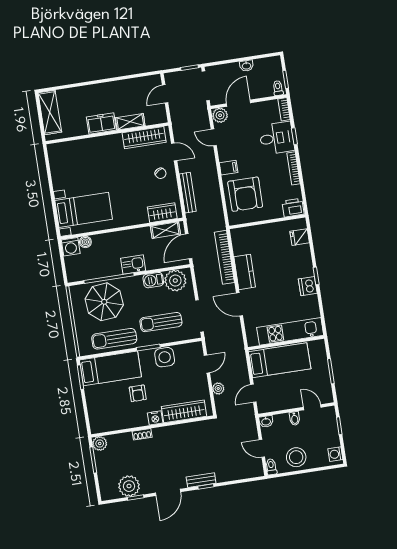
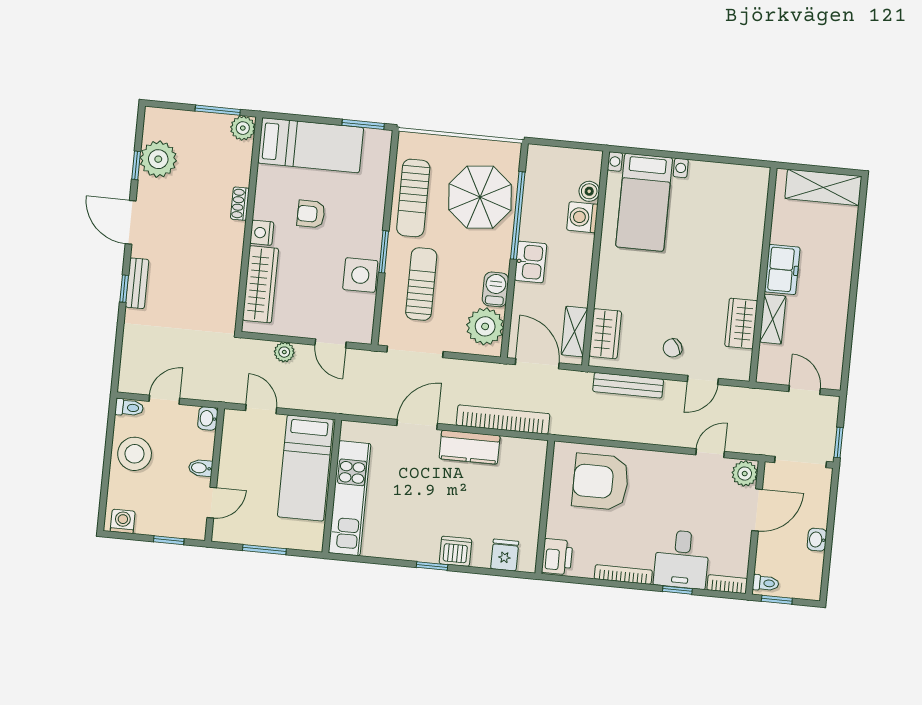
door: (238, 103) -> (757, 510), hinge flipped
wardrobe: (144, 138) -> (741, 323), width x0.67
filing cabinet: (229, 168) -> (653, 465), removed
washing machine: (71, 247) -> (582, 217), moved
dishwasher: (308, 286) -> (455, 551), moved
sun lounger: (114, 339) -> (413, 198), turned 180
bed: (110, 368) -> (311, 145), moved, turned -90

